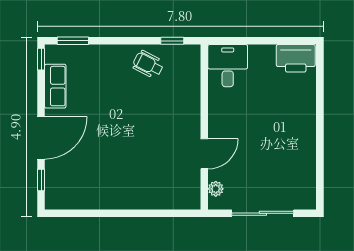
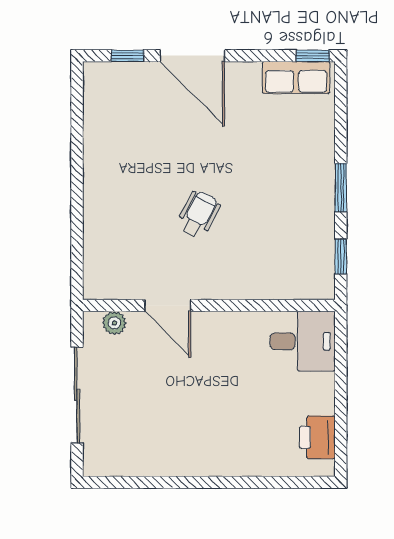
window: (73, 41) -> (341, 188), moved
printer: (296, 58) -> (317, 437), width x0.73, depth x0.84
wheelchair: (148, 64) -> (199, 214), moved
row of seats: (55, 86) -> (296, 77), moved

